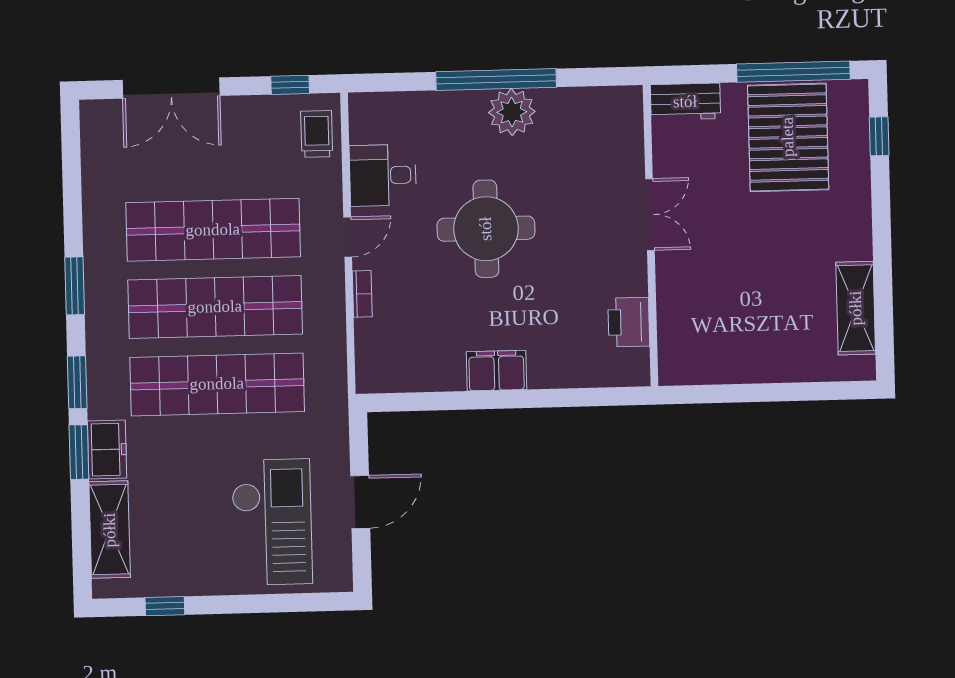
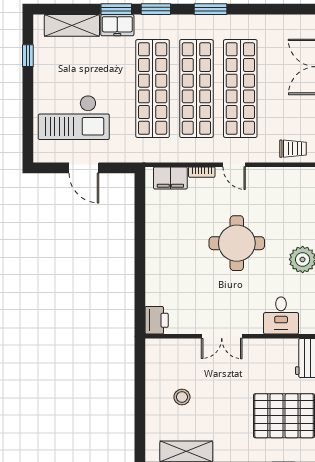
desk: (383, 175) -> (281, 315), moved, turned 180
double door: (650, 215) -> (222, 336), moved
stool: (760, 318) -> (182, 397), added
printer: (629, 322) -> (157, 320), moved, turned 90
filing cabinet: (497, 371) -> (170, 178), moved, turned 90

